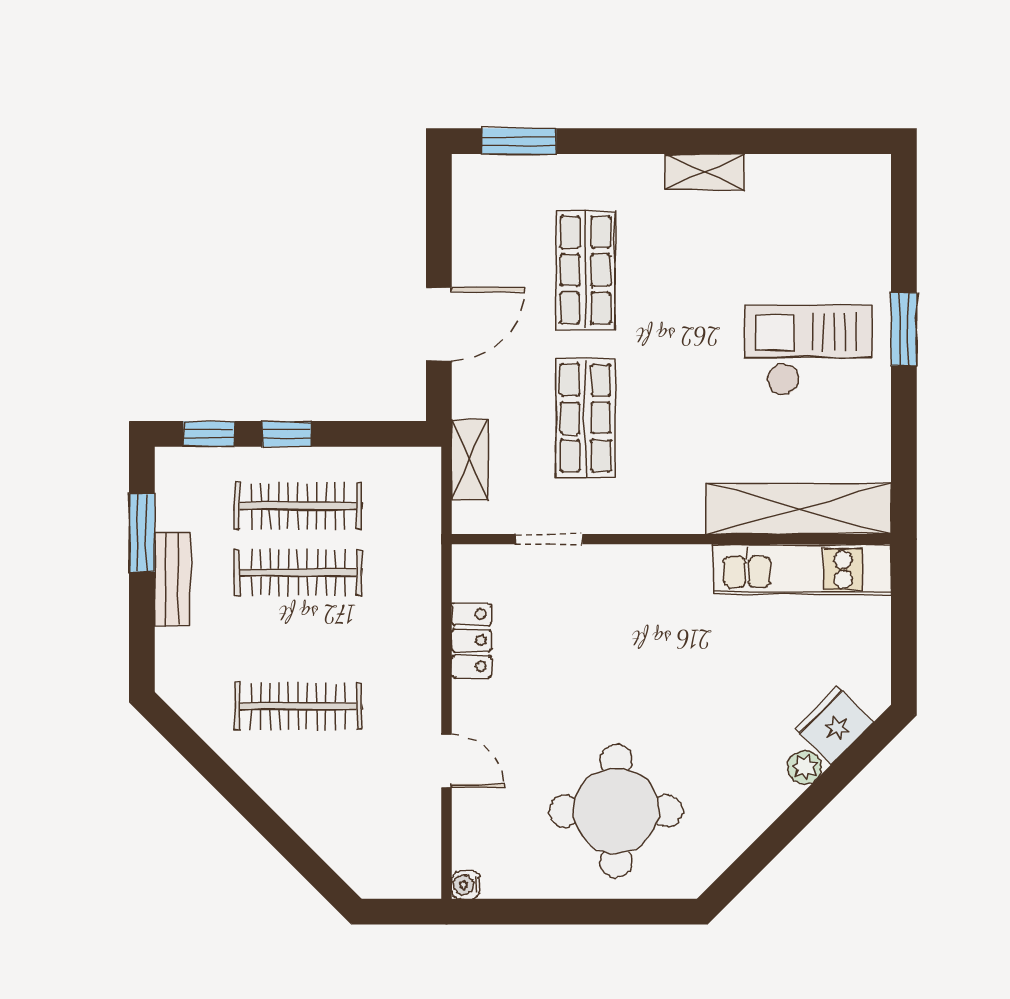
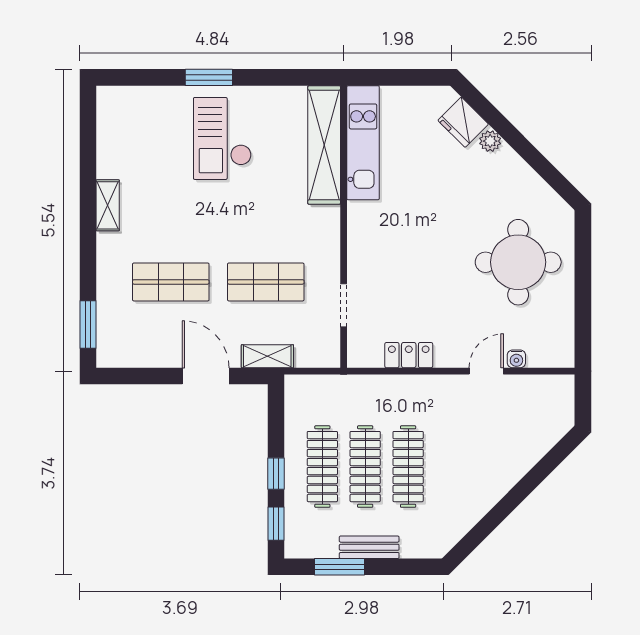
shelving: (470, 460) -> (267, 356), moved
clothes rail: (298, 706) -> (408, 467), moved
water cooler: (466, 885) -> (516, 359), moved

